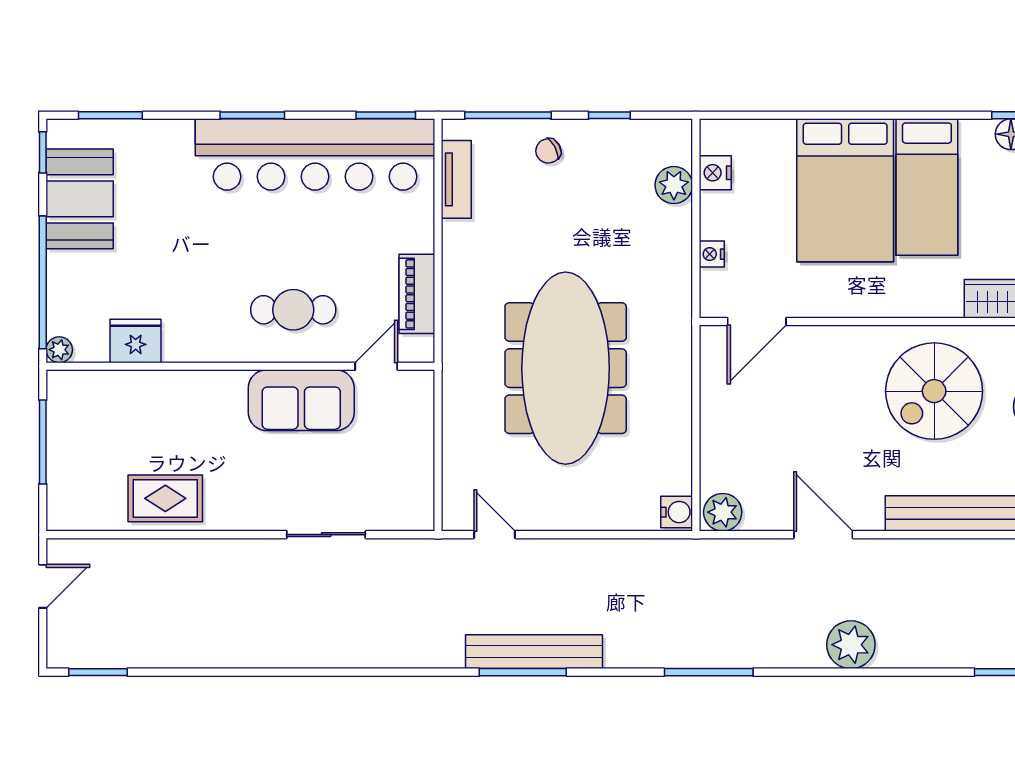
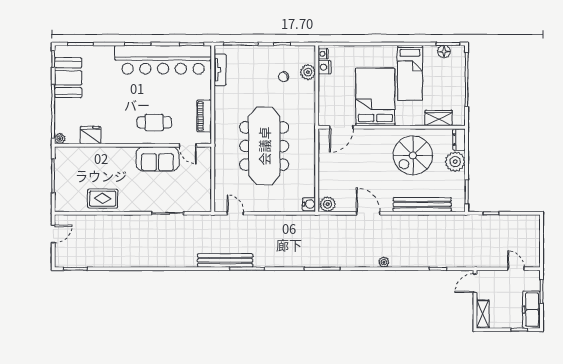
chair: (548, 151) -> (284, 77), moved
bed: (845, 190) -> (375, 97), moved, turned 180
nightstand: (712, 254) -> (323, 54), moved
door: (376, 366) -> (188, 145), swing flipped
plant: (851, 645) -> (384, 262), width x0.53, depth x0.53
bench: (534, 652) -> (225, 260), moved

